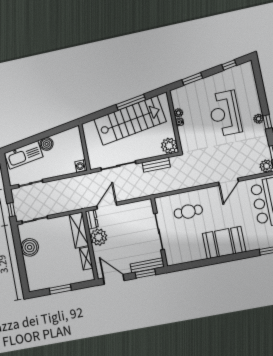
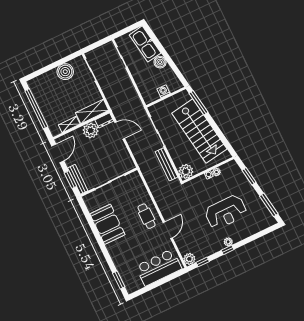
window: (229, 65) -> (269, 205), width x2.17
window: (131, 102) -> (198, 103), moved
reception desk: (225, 113) -> (226, 212), turned 180
bench: (156, 165) -> (166, 164), width x1.36
washing machine: (81, 166) -> (164, 91), moved
door: (228, 182) -> (168, 230), swing flipped
window: (11, 210) -> (94, 46), removed
cafe table: (188, 212) -> (147, 216), moved
booth: (224, 243) -> (107, 224), moved
window: (60, 289) -> (36, 109), width x2.11

